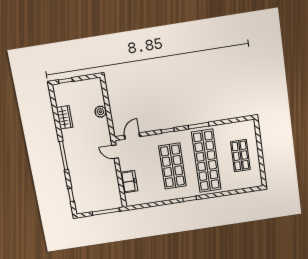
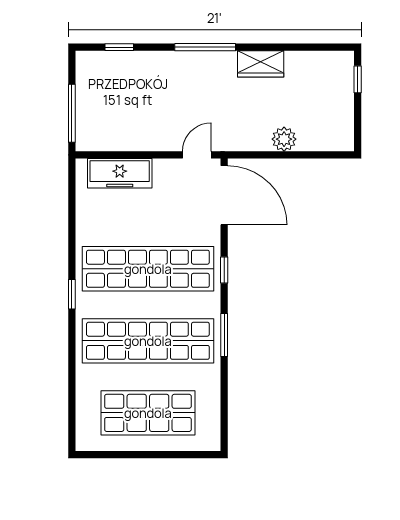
wardrobe: (65, 117) -> (261, 64), moved
door: (132, 136) -> (224, 195), width x1.87
shop shelf: (240, 156) -> (148, 413), width x1.43, depth x1.36
shop shelf: (172, 166) -> (148, 269), width x1.40
freezer: (129, 182) -> (120, 173), width x1.40

